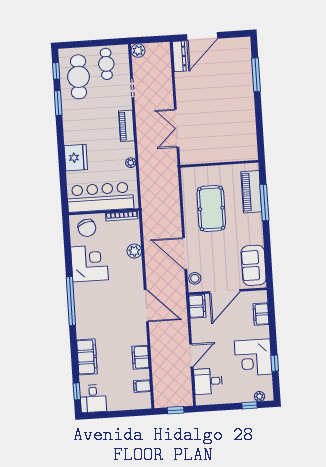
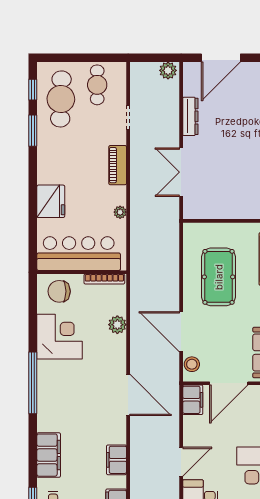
plant: (138, 51) -> (168, 70), moved
dresser: (179, 56) -> (190, 116), moved
chair: (87, 228) -> (59, 291), turned 107

